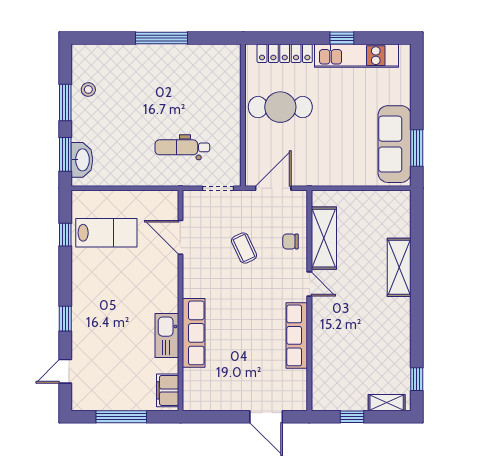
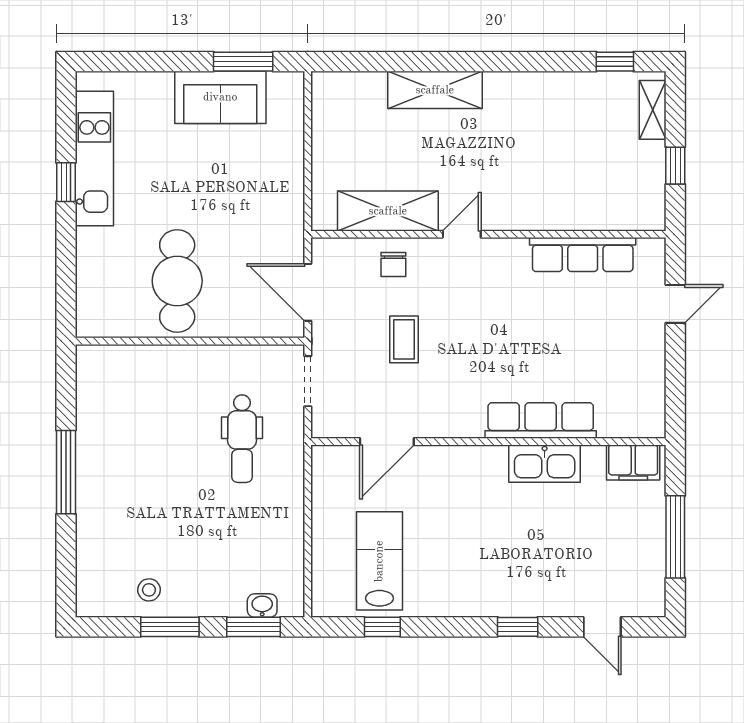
locker: (285, 53) -> (91, 274), removed
sofa: (394, 144) -> (220, 97), width x0.73
washbasin: (82, 160) -> (262, 606), width x0.52, depth x0.69
coffee table: (244, 248) -> (404, 339), turned -65
row of seats: (297, 335) -> (583, 255), moved
door: (266, 417) -> (675, 304), width x0.73

